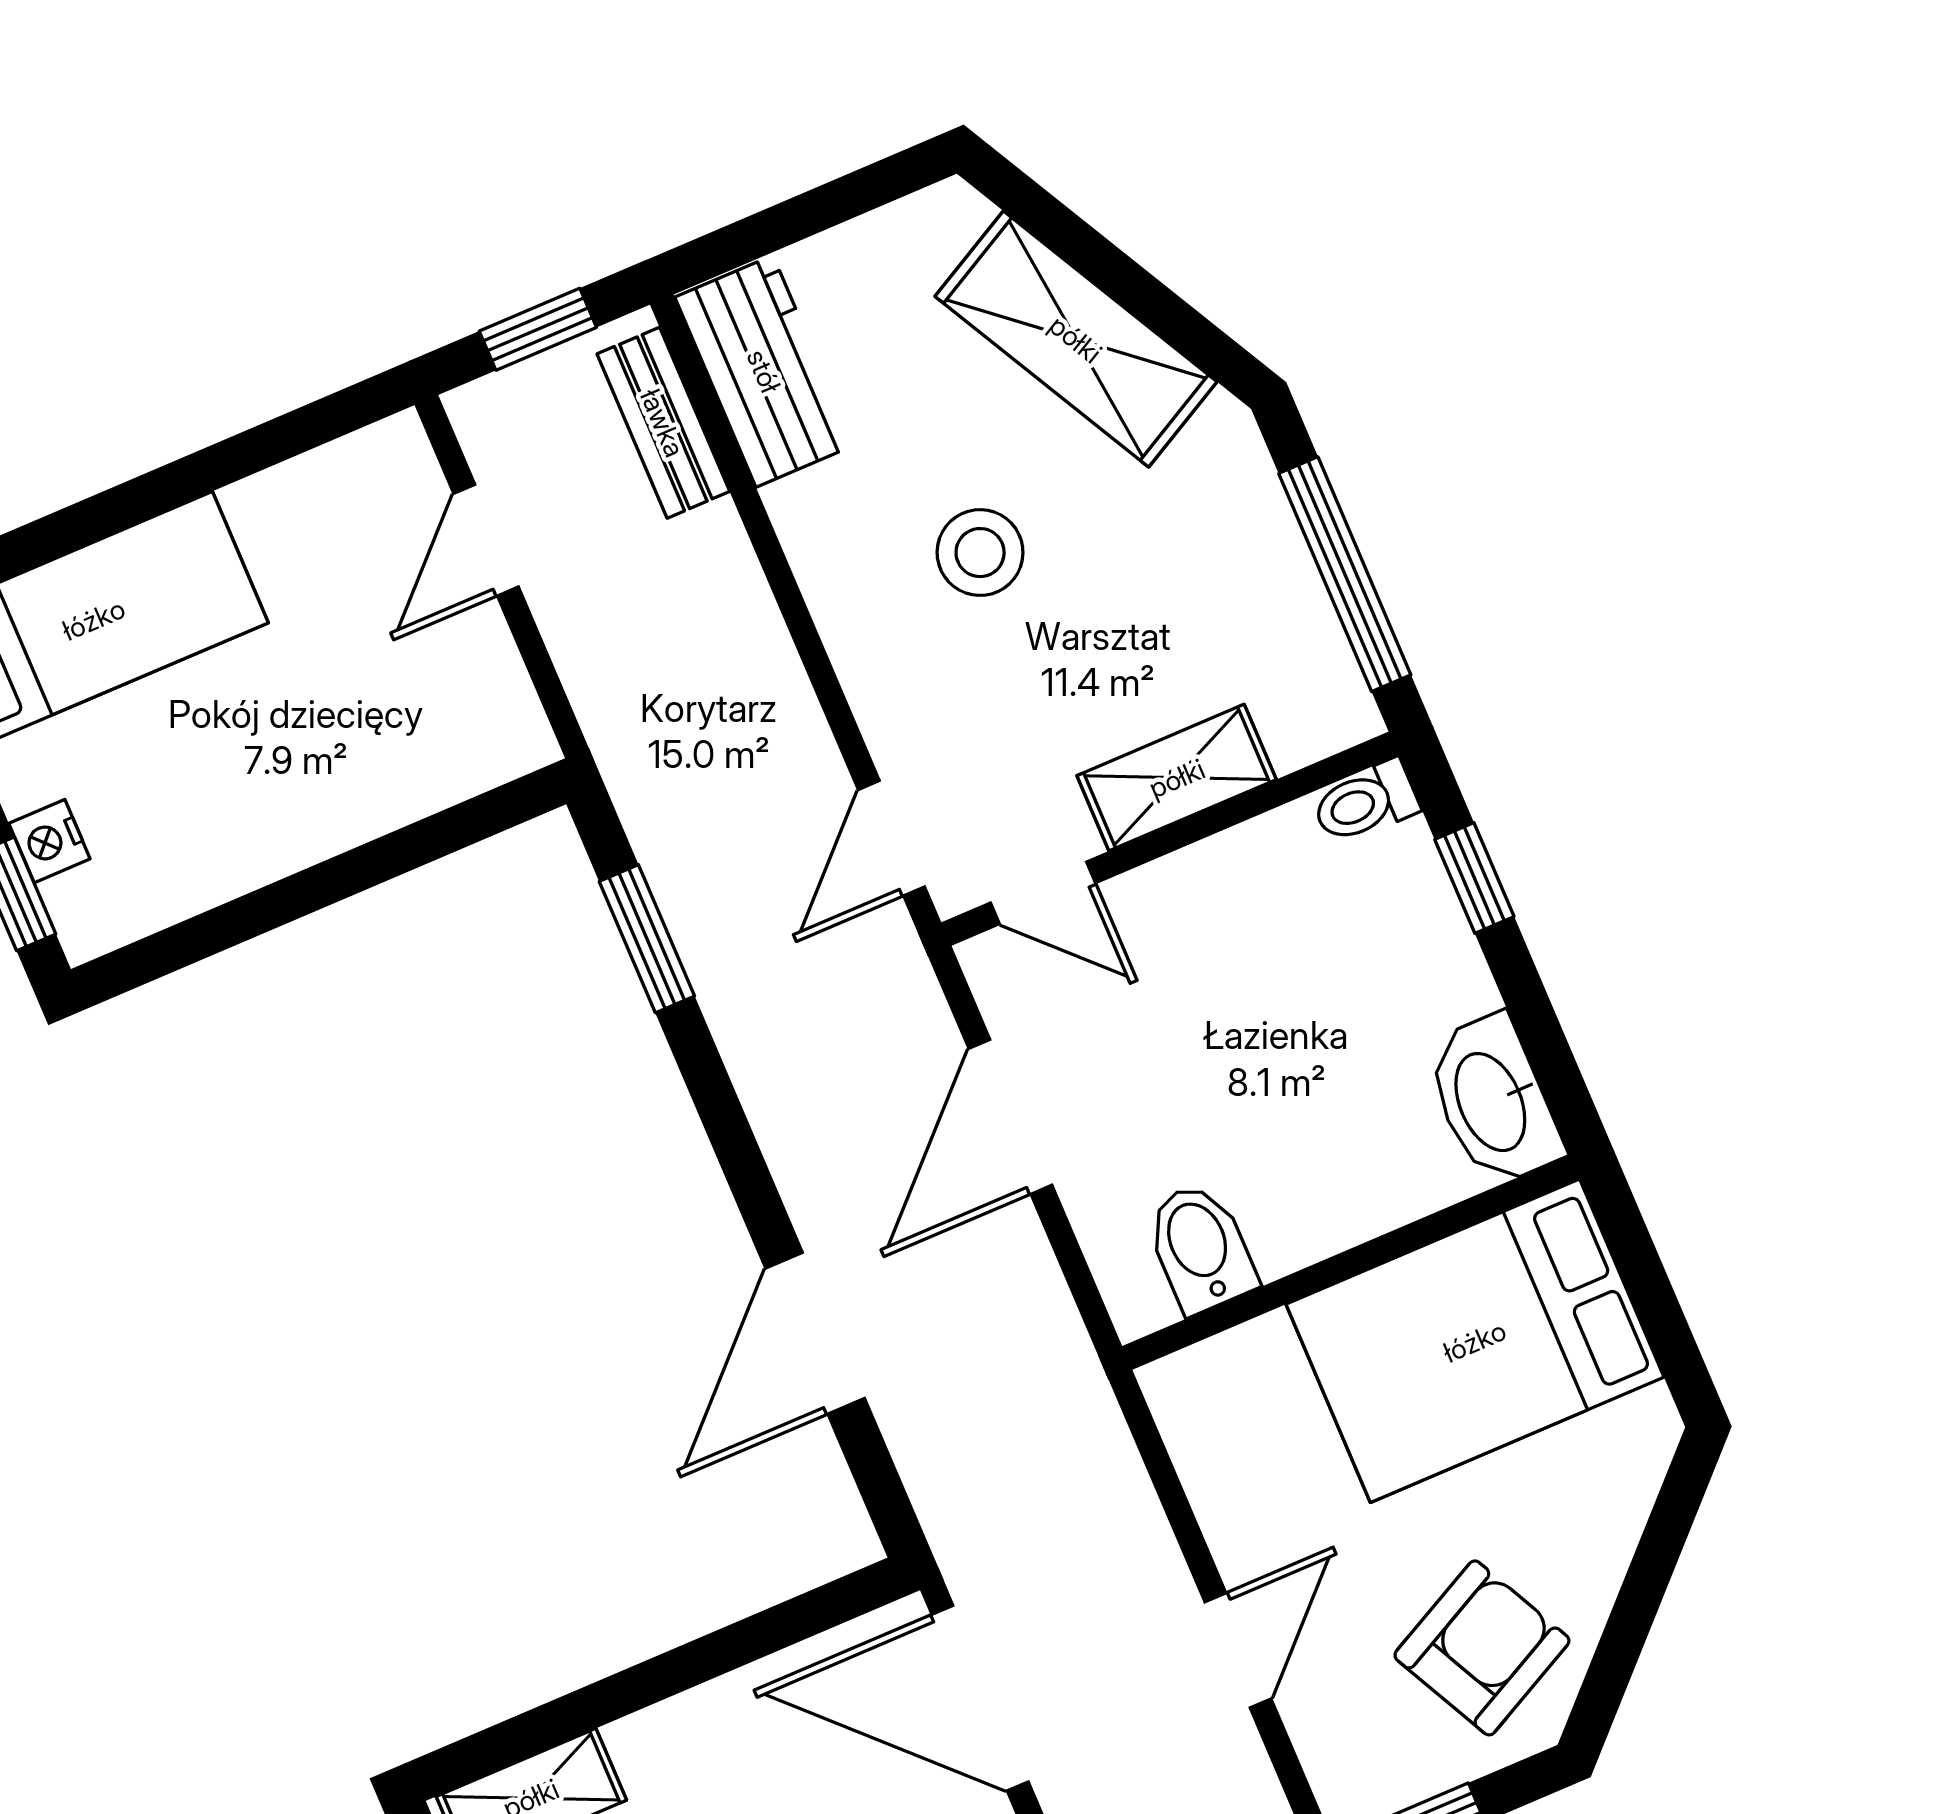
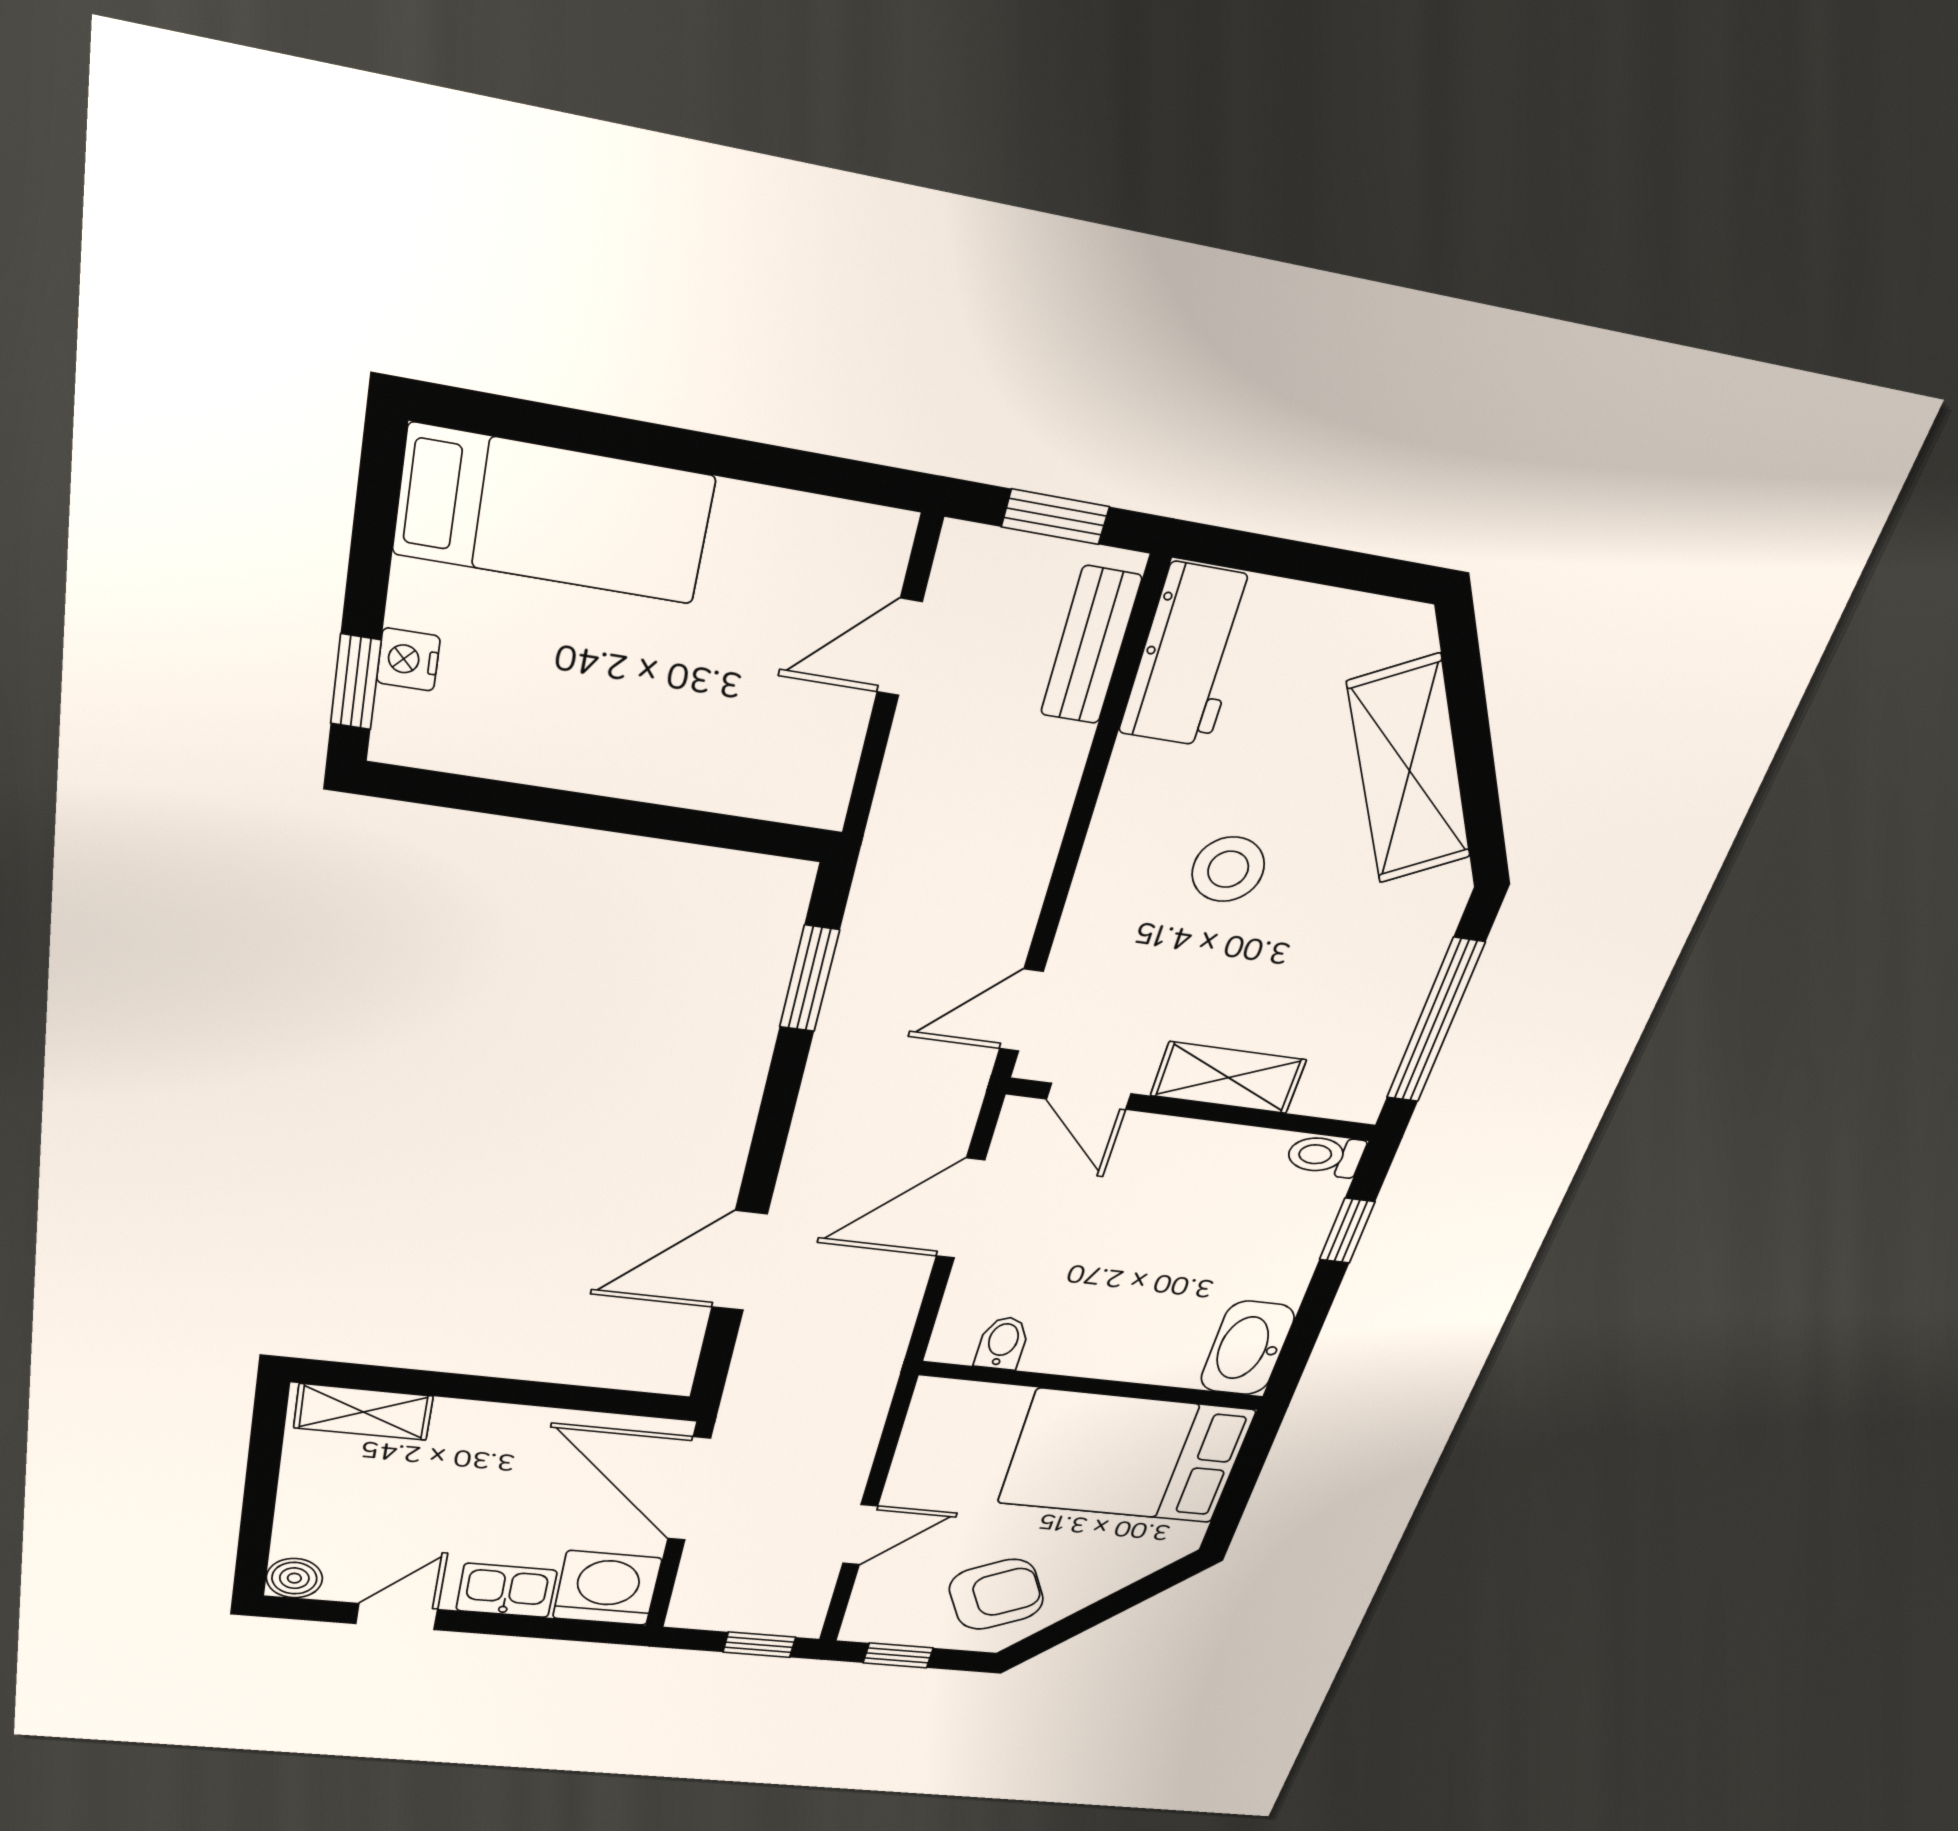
bidet: (1200, 1248) -> (1002, 1343), width x0.72, depth x0.74

